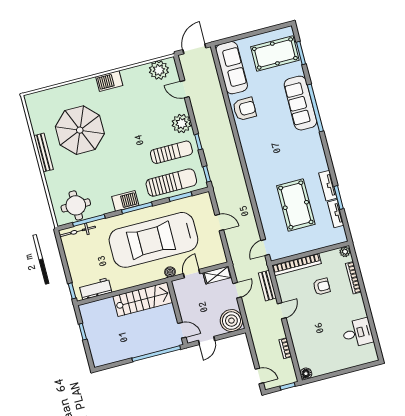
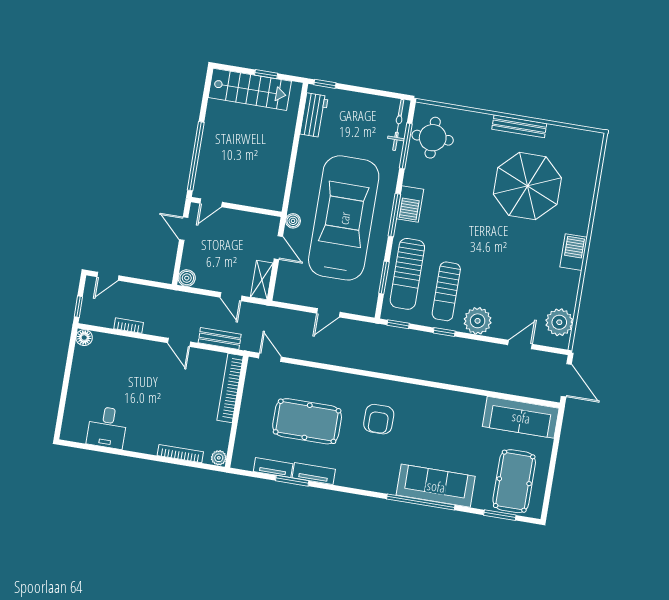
armchair: (244, 109) -> (379, 419), moved
armchair: (322, 287) -> (187, 408), removed
stairs: (143, 299) -> (250, 89), moved, turned -90
boiler: (231, 321) -> (187, 278), width x0.54, depth x0.54

